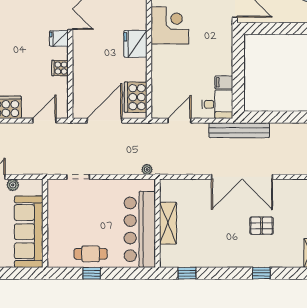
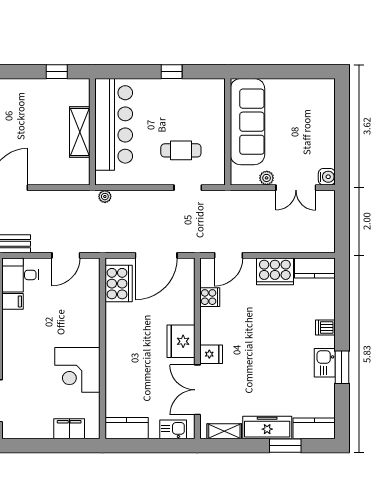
fridge: (135, 44) -> (181, 341), moved, turned 180
cooker: (60, 68) -> (210, 297), moved
cafe table: (91, 254) -> (181, 150), moved

